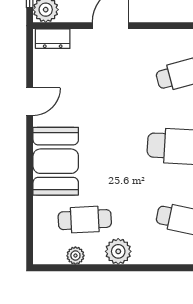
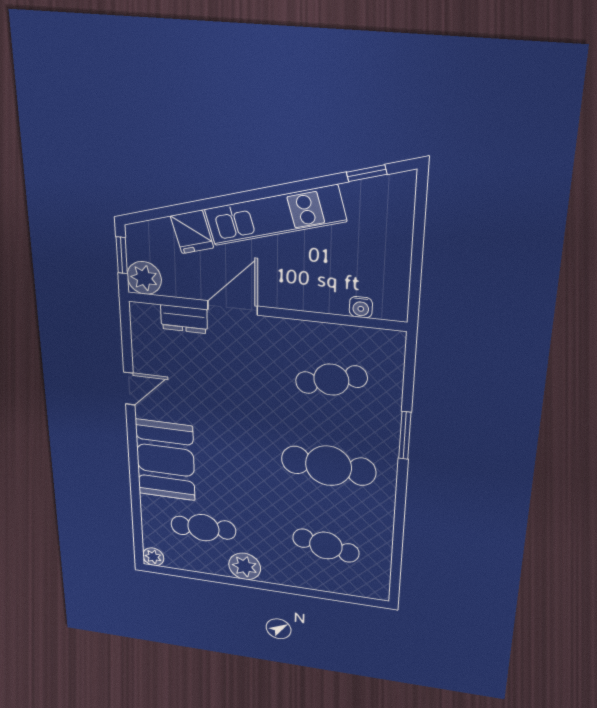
dresser: (53, 39) -> (184, 319), moved
plant: (75, 256) -> (153, 557), moved

